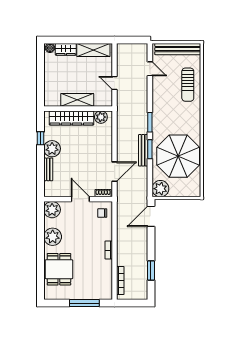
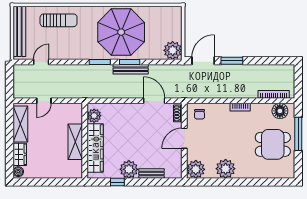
door: (115, 83) -> (44, 101), moved
parasol: (178, 156) -> (121, 32), moved
door: (151, 216) -> (203, 61), swing flipped
dining table: (59, 269) -> (273, 144), moved
window: (151, 271) -> (232, 61), moved
floor lamp: (105, 286) -> (280, 111), added

